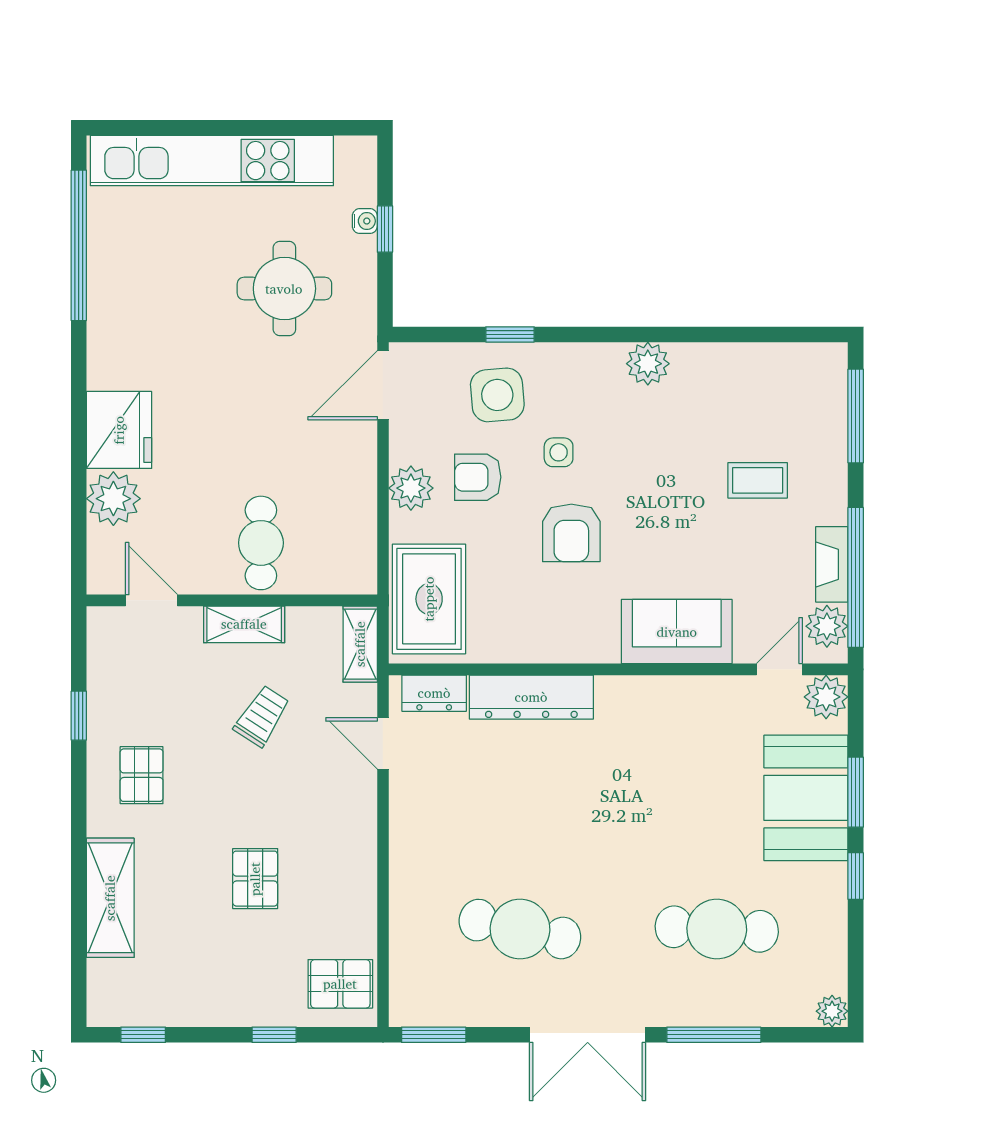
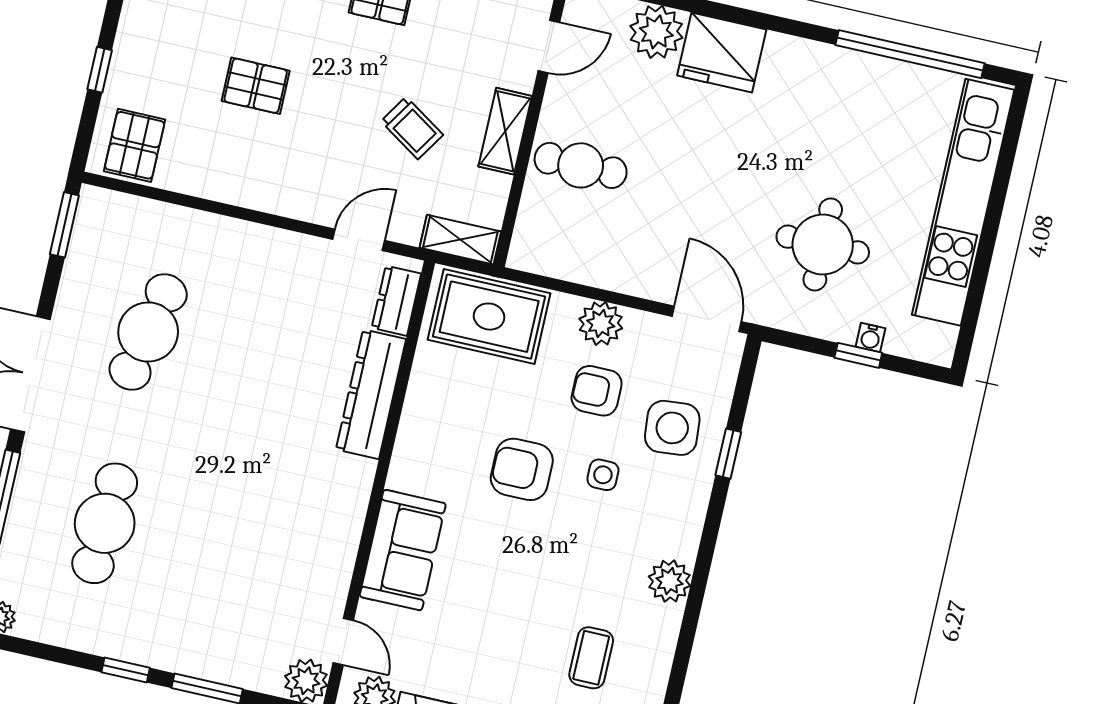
armchair: (478, 477) -> (597, 391), turned -90
coffee table: (758, 480) -> (591, 658), moved
booth: (806, 798) -> (212, 639), removed

